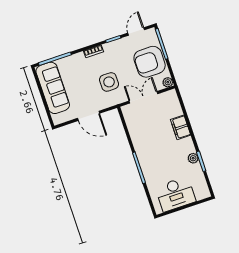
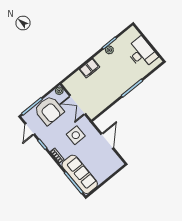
door: (136, 31) -> (30, 129), hinge flipped
sofa: (53, 88) -> (80, 174), moved, turned 90

